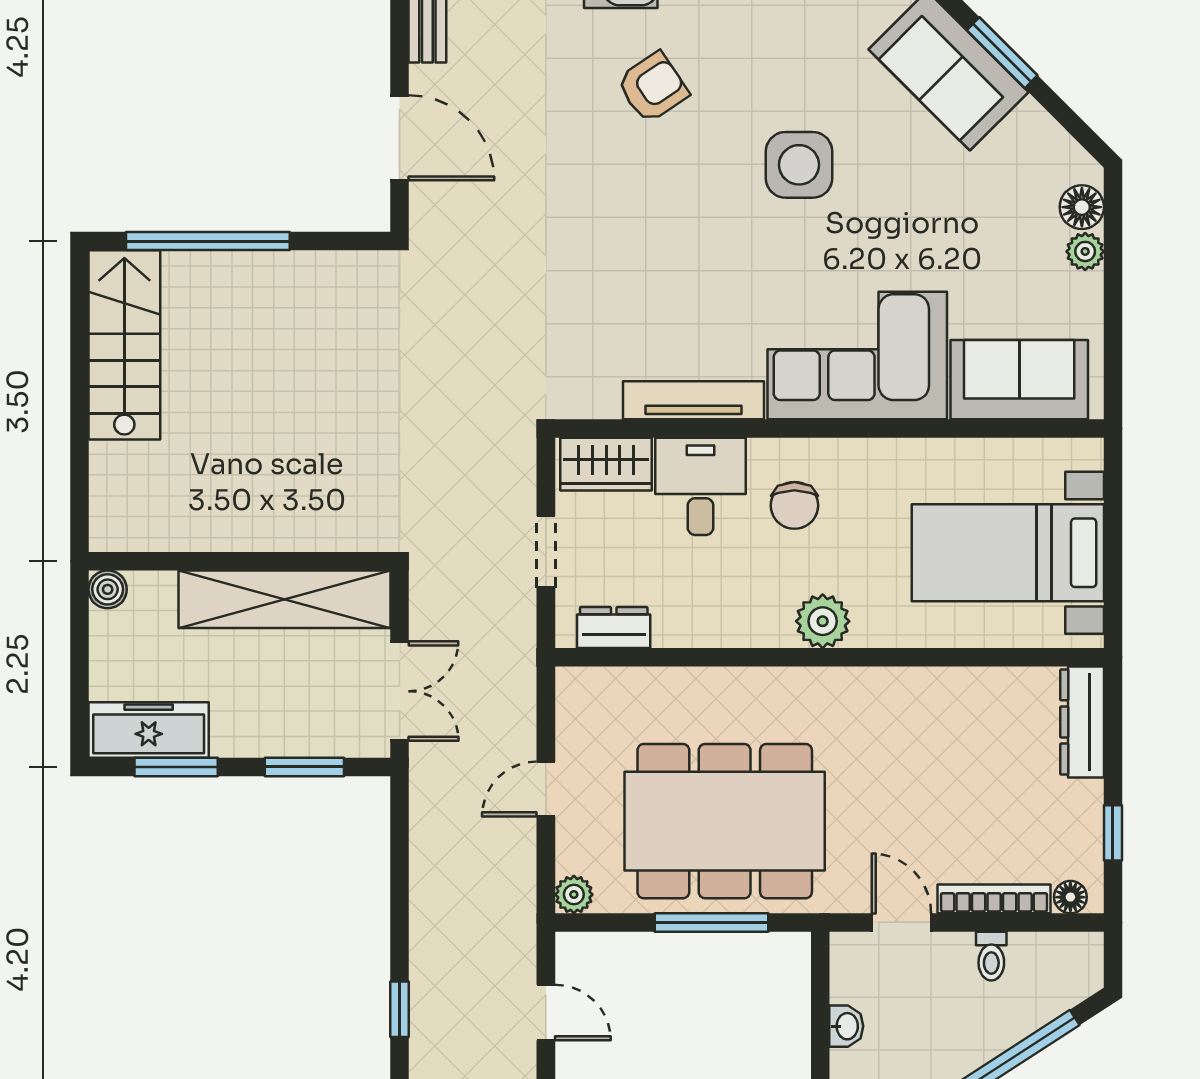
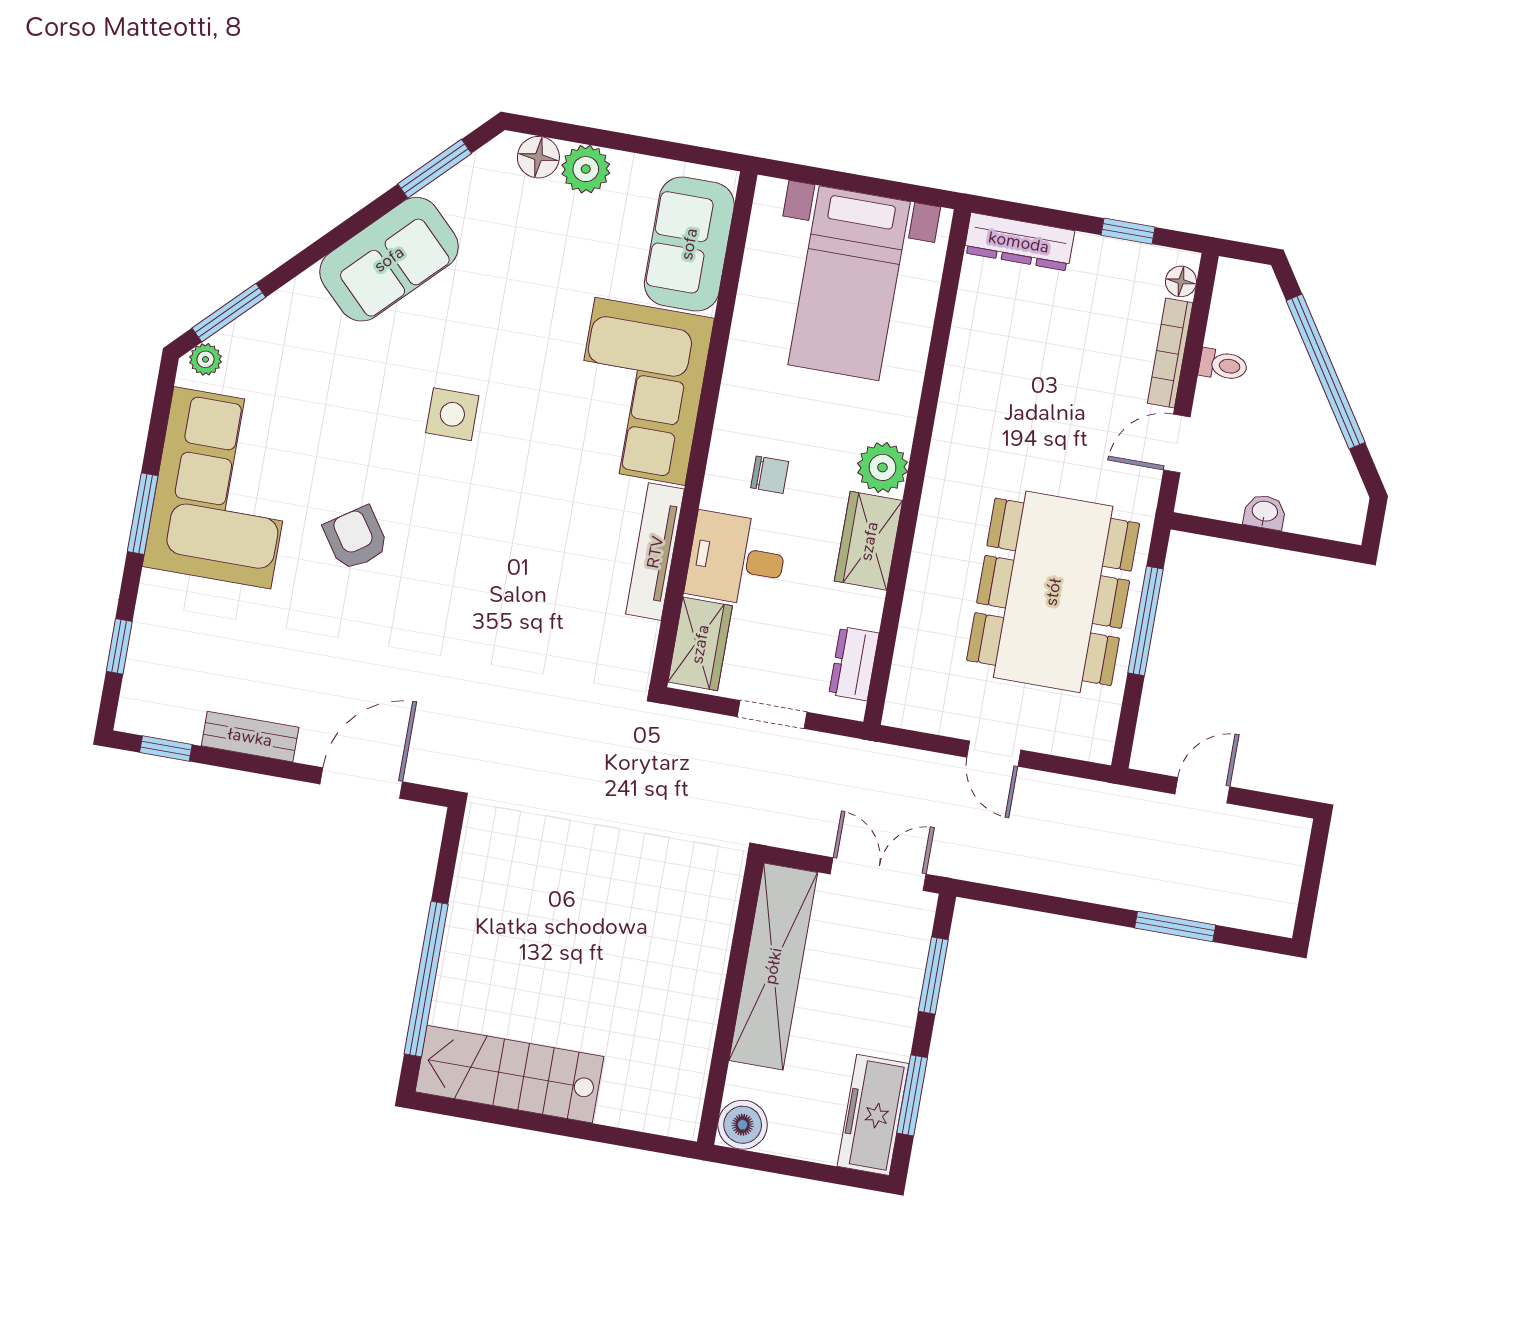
window: (1002, 53) -> (435, 169), moved
side table: (799, 165) -> (452, 414), width x0.73, depth x0.73
plant: (1085, 251) -> (586, 169), width x1.38, depth x1.38
chair: (794, 505) -> (770, 475), width x0.73, depth x0.73
boiler: (108, 589) -> (743, 1125), width x1.36, depth x1.36
wardrobe: (744, 620) -> (869, 541), added
plant: (574, 894) -> (1097, 745), removed
window: (400, 1009) -> (1175, 927), width x1.50

